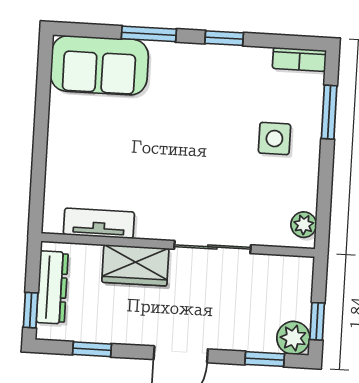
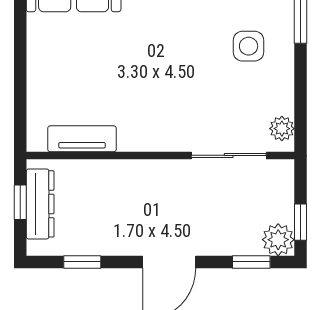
sliding door: (212, 247) -> (229, 155), moved
wardrobe: (135, 265) -> (120, 178), removed
window: (31, 310) -> (20, 202), moved

